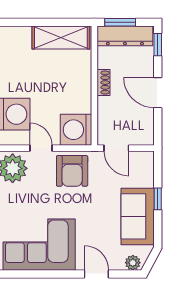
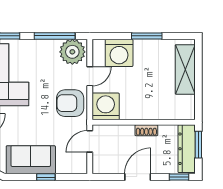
shelving: (61, 37) -> (185, 69), moved

